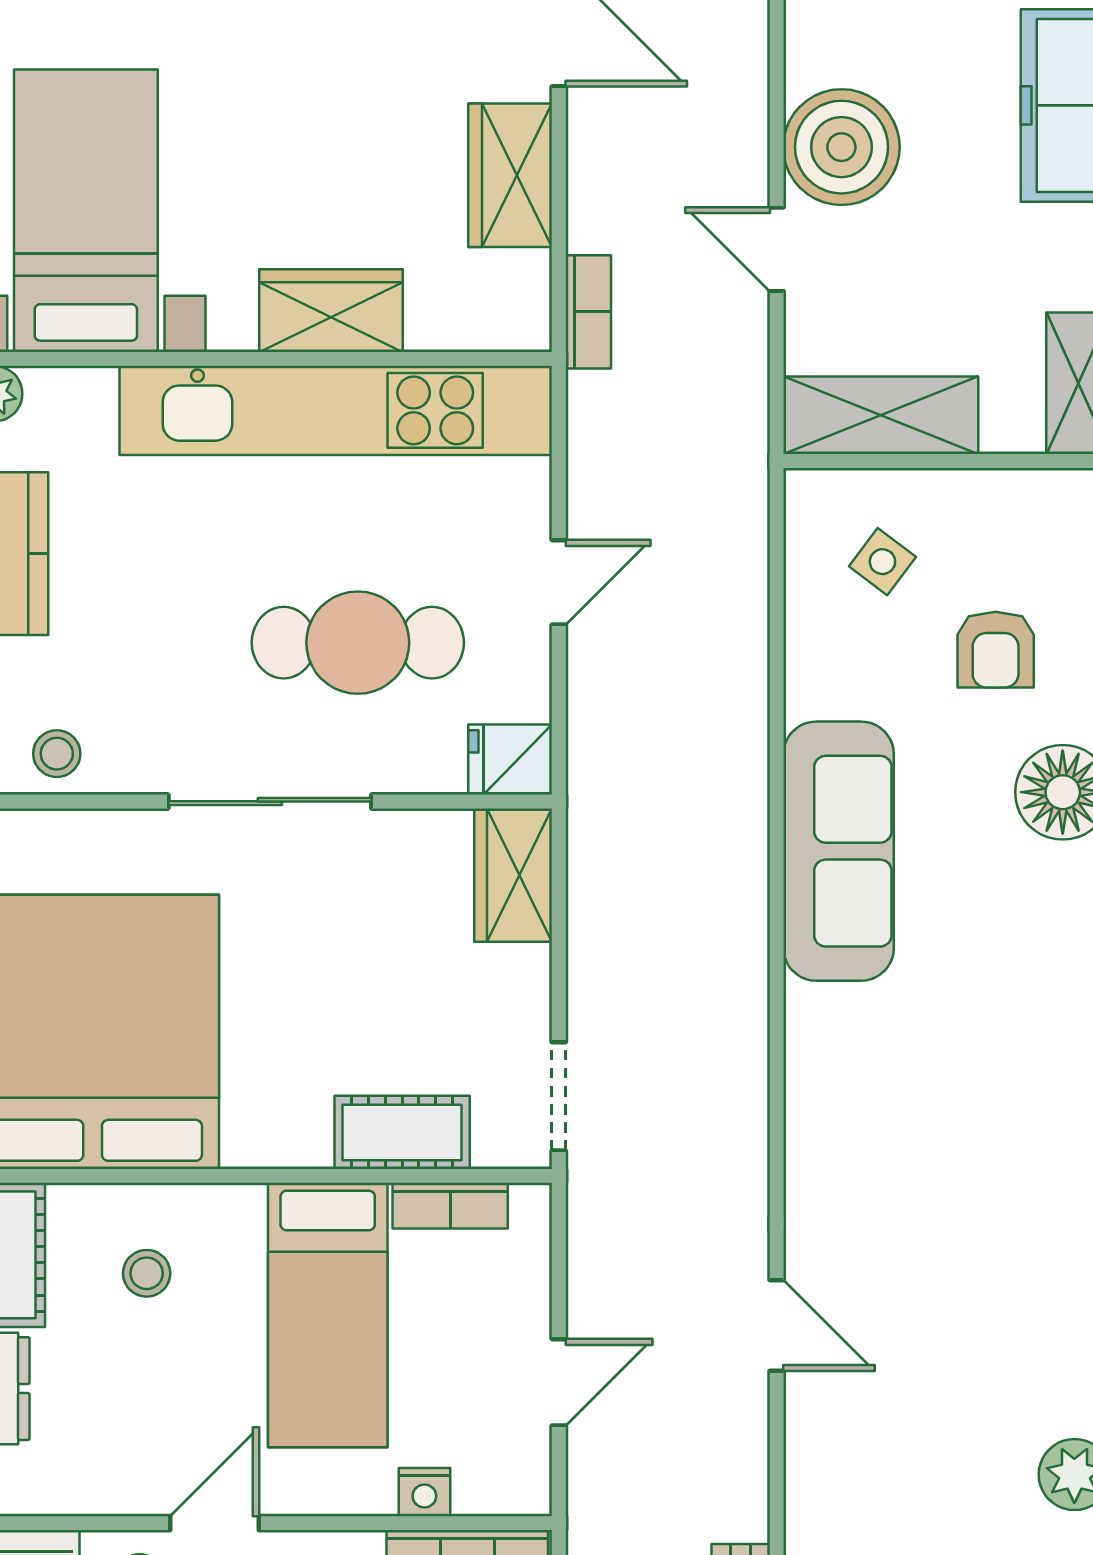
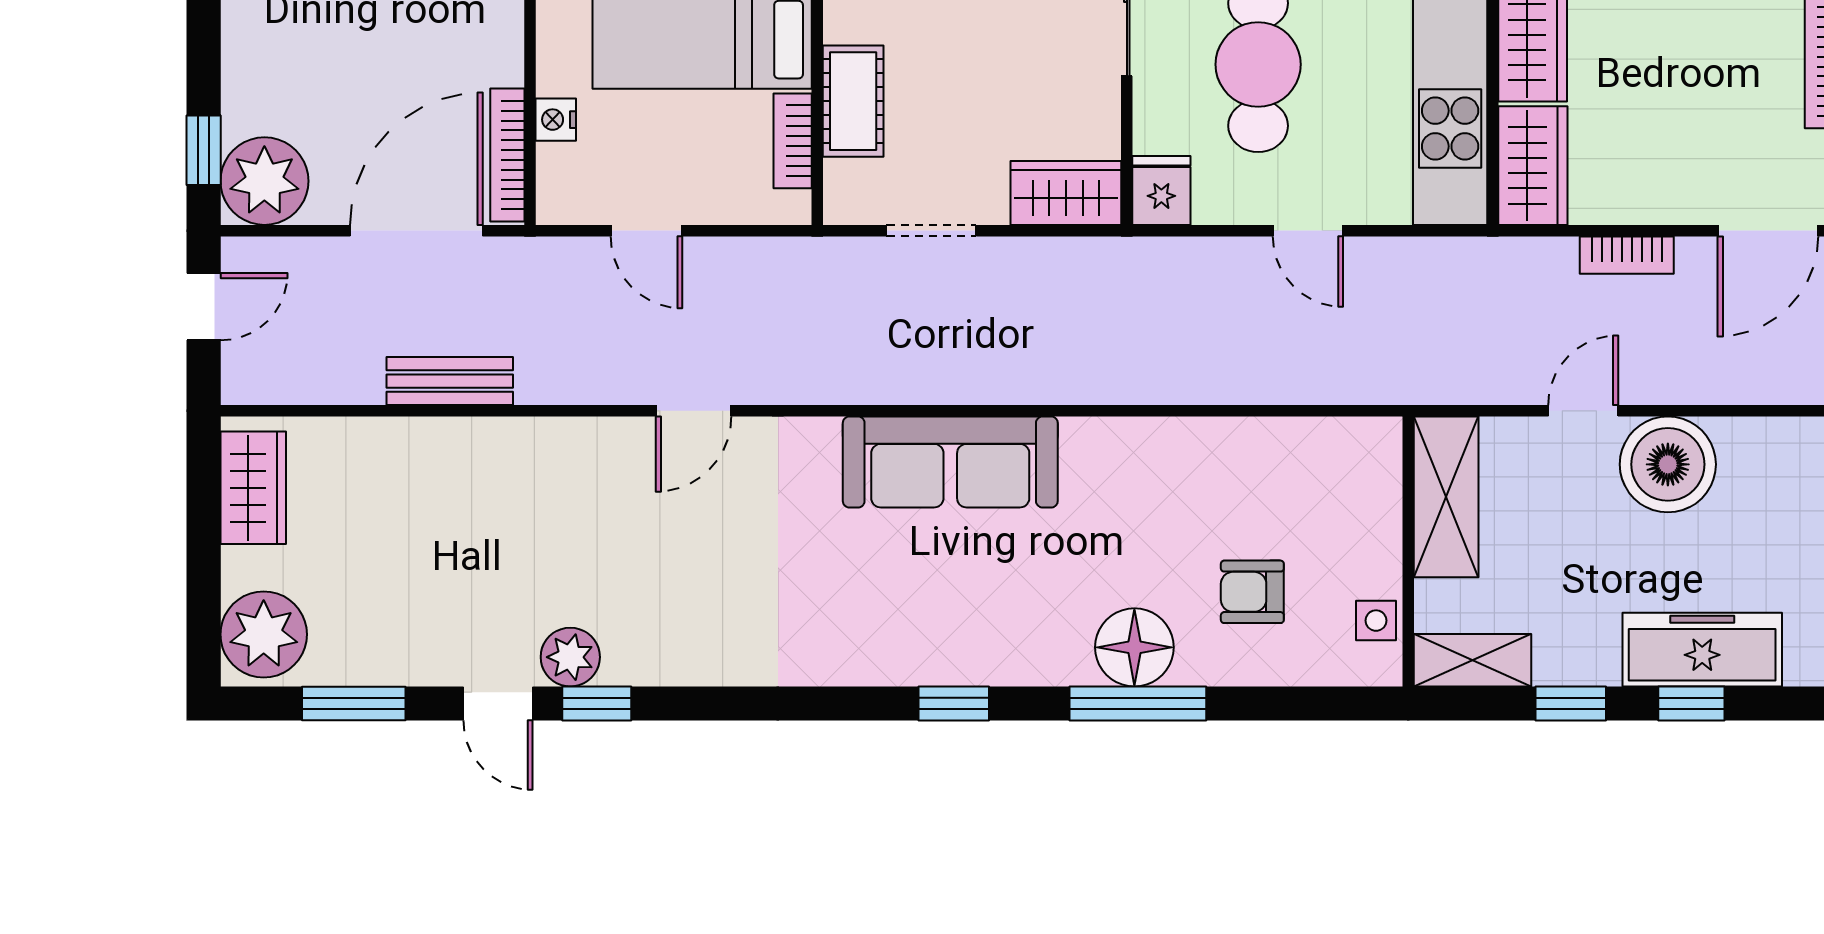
wardrobe: (510, 175) -> (1533, 166), moved, turned 90
bookcase: (588, 312) -> (1627, 255), moved
side table: (882, 562) -> (1376, 621), moved, turned -37
sofa: (839, 851) -> (950, 462), moved
doorway: (559, 1096) -> (931, 231), moved

